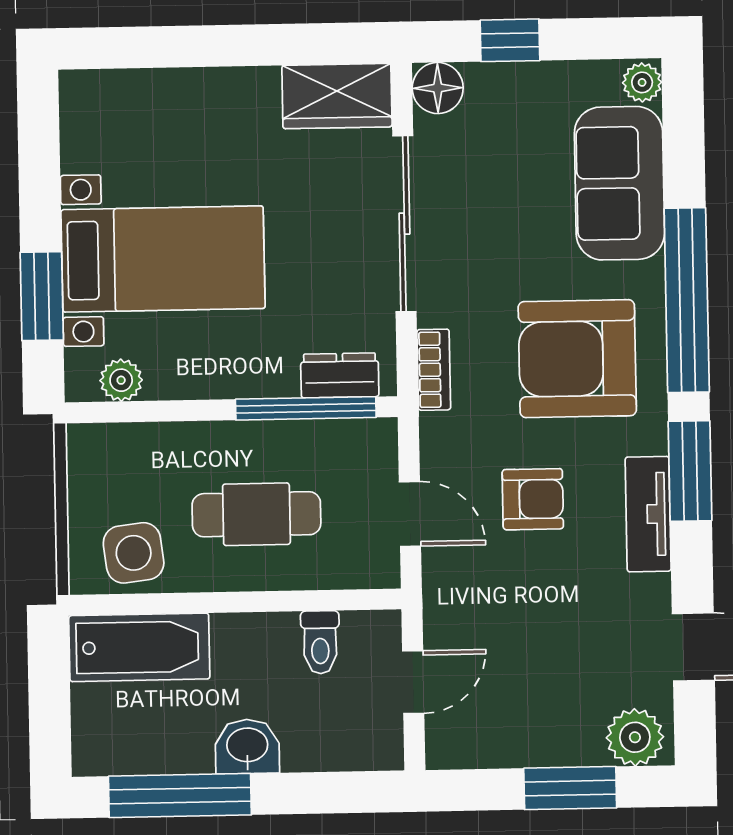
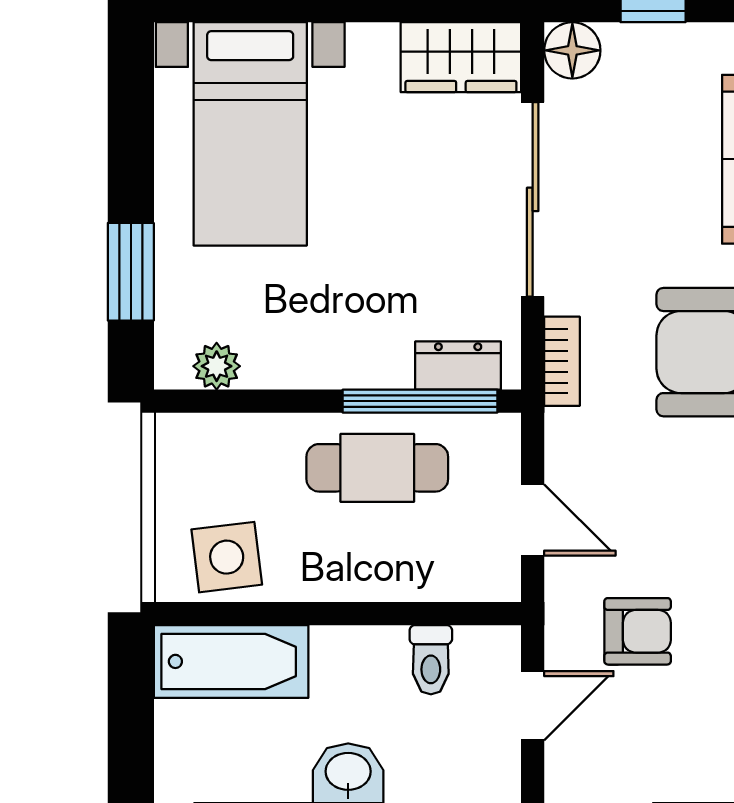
bed with nightstands: (163, 259) -> (250, 134), moved, turned 90
armchair: (533, 499) -> (638, 631), moved
cafe table: (256, 514) -> (377, 468), moved

